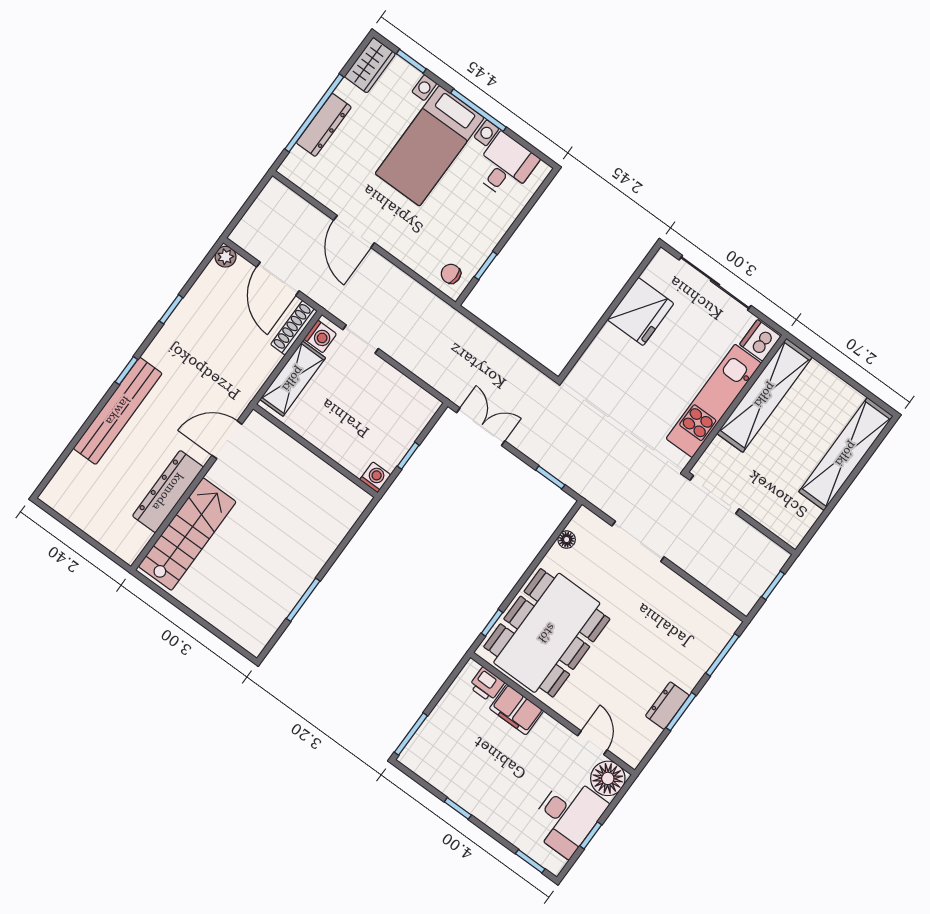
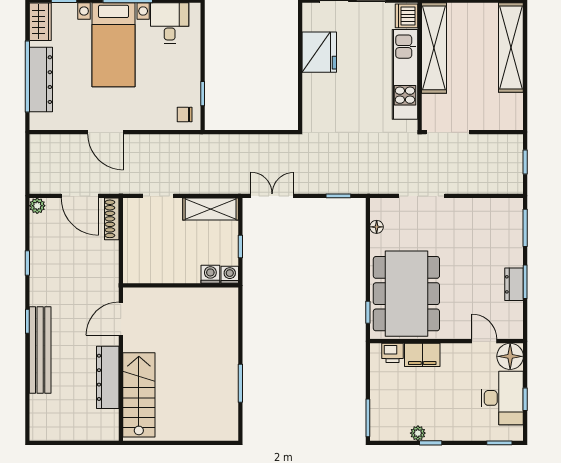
dresser: (324, 125) -> (41, 80), width x1.37, depth x1.24
washing machine: (320, 337) -> (210, 274), moved, turned -90
shelving: (293, 379) -> (211, 209), moved, turned 90
plant: (452, 789) -> (418, 433), added

